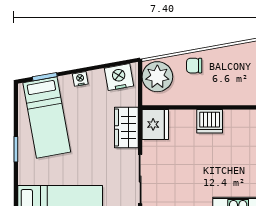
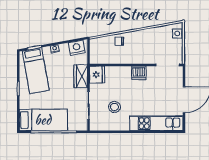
plant: (157, 77) -> (98, 48), removed
dishwasher: (210, 121) -> (139, 73), moved
stool: (186, 182) -> (114, 107), added

